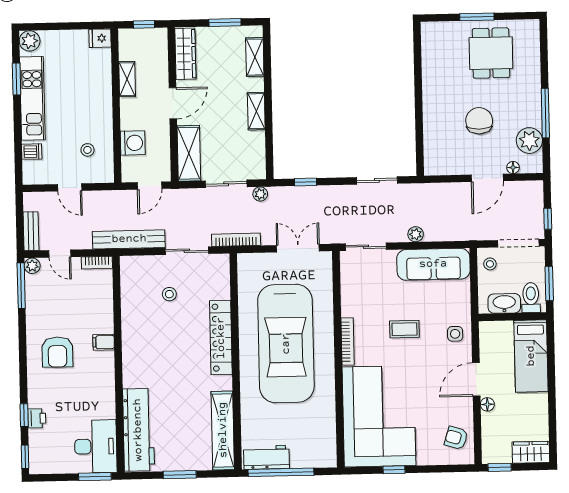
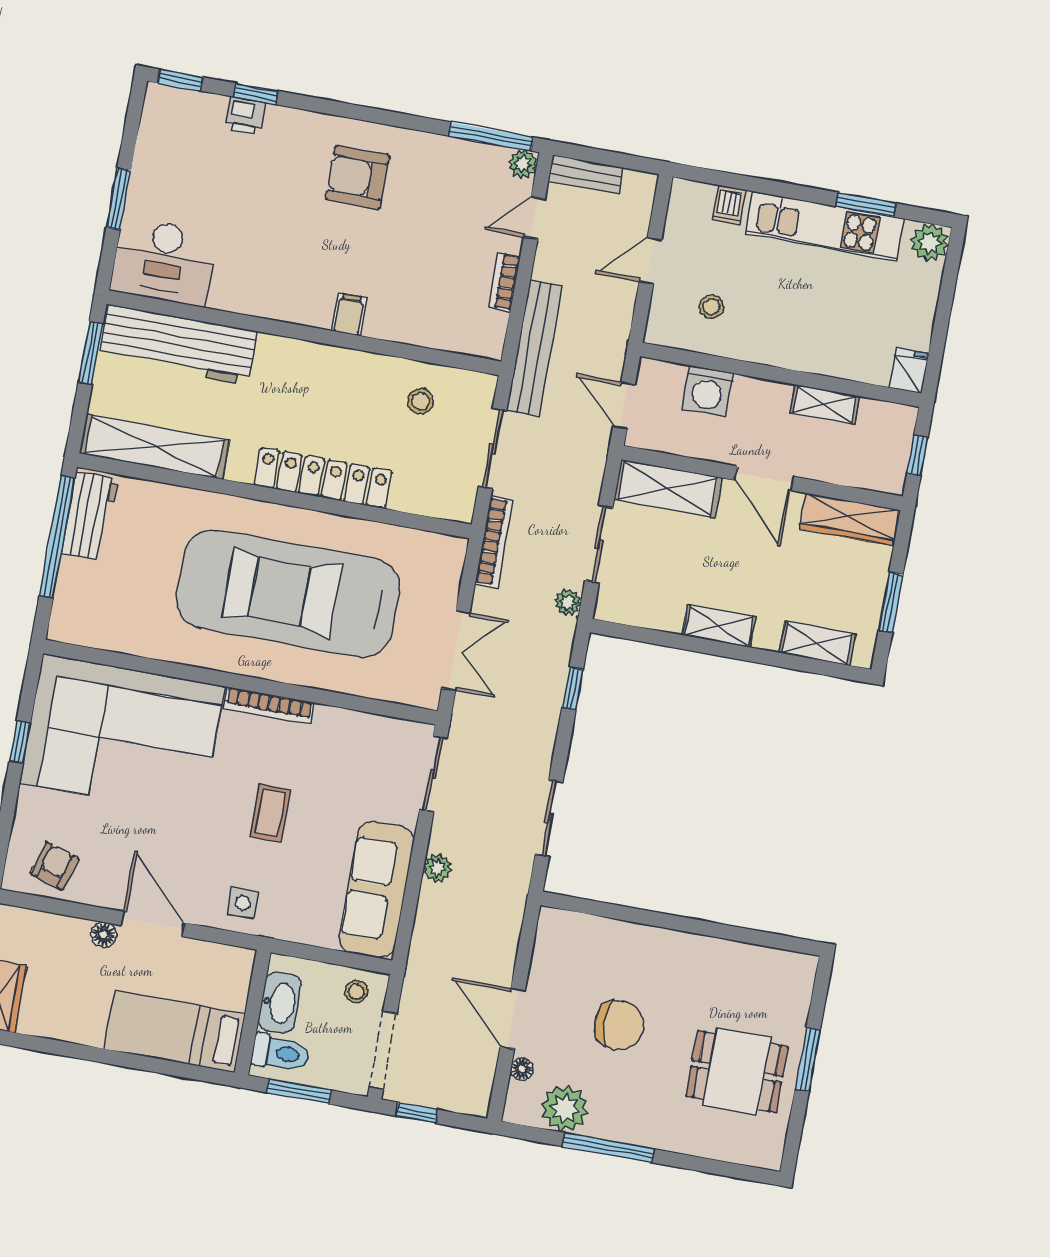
filing cabinet: (104, 342) -> (349, 314), moved
wall: (118, 364) -> (304, 333), moved
workbench: (138, 430) -> (178, 345), moved
desk: (96, 446) -> (164, 261), moved

